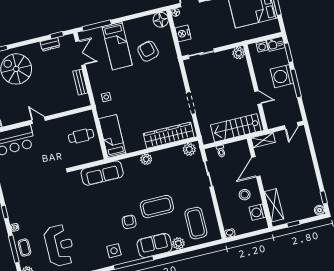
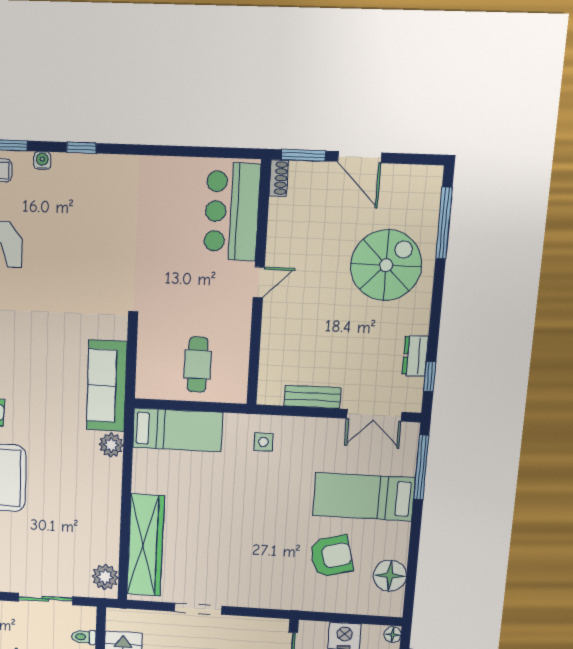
floor lamp: (161, 20) -> (390, 576), moved
plant: (146, 159) -> (111, 445), moved

